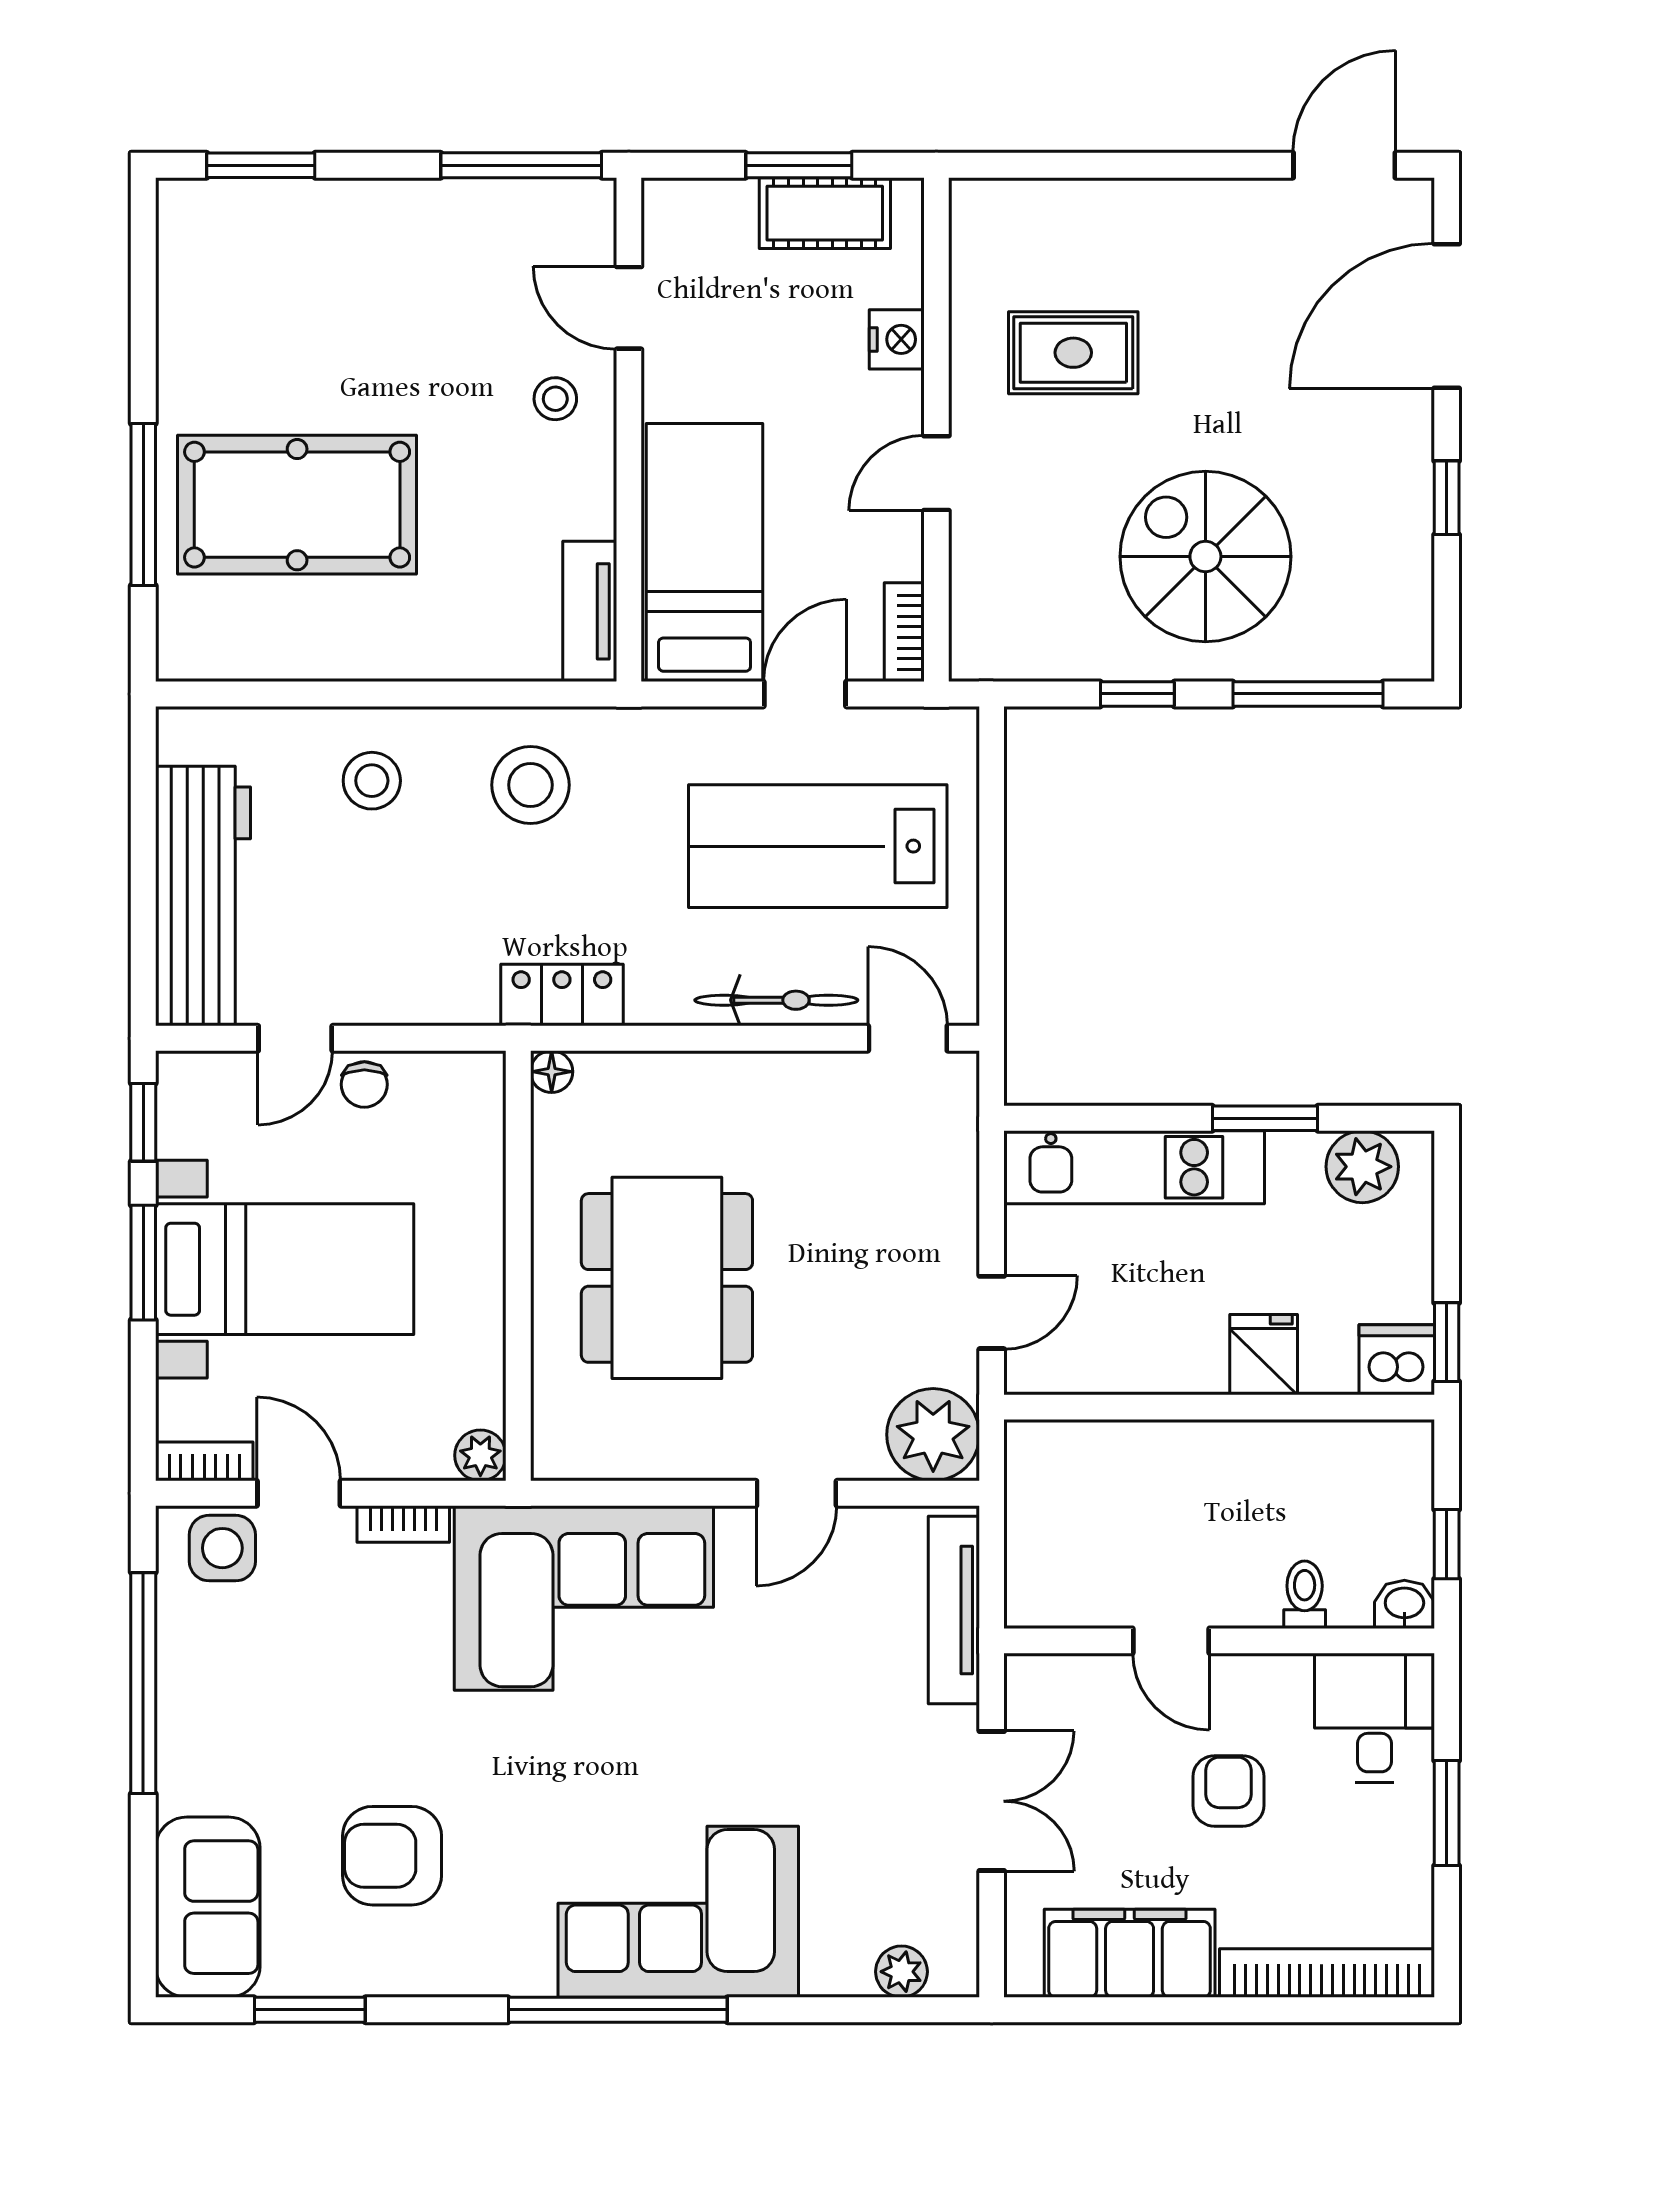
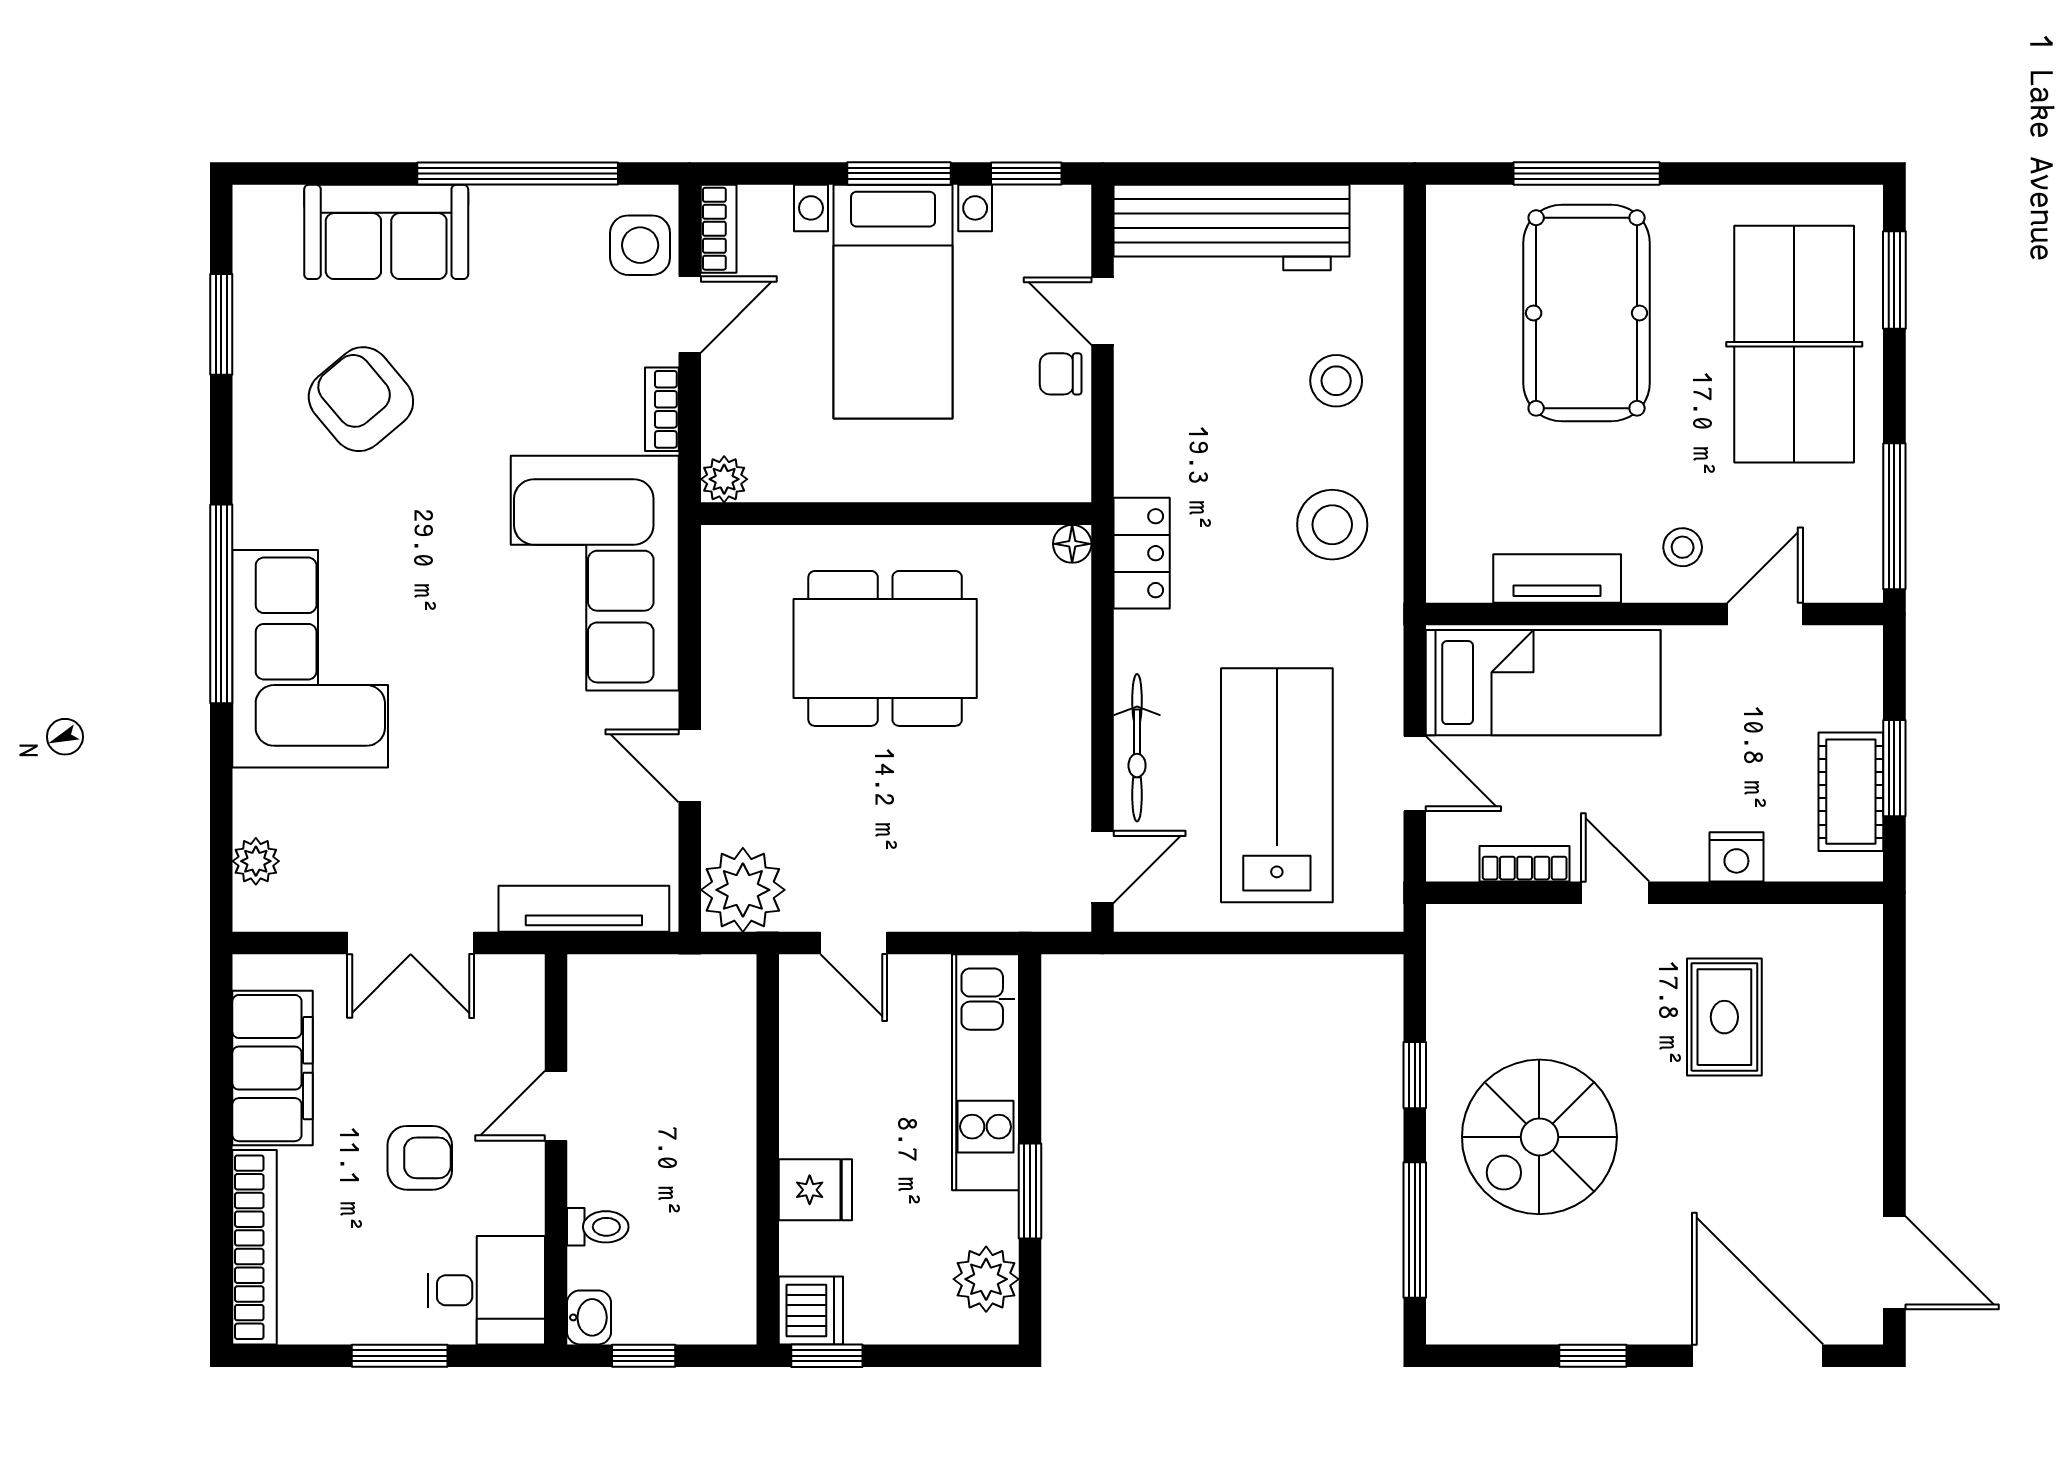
table tennis table: (331, 276) -> (1794, 344), added
spiral stairs: (1205, 557) -> (1539, 1137), turned 180
tv unit: (590, 611) -> (1557, 578), moved
bookcase: (904, 632) -> (1525, 864), moved
armchair: (392, 1856) -> (361, 399), turned -40
sofa: (208, 1907) -> (386, 232), moved

